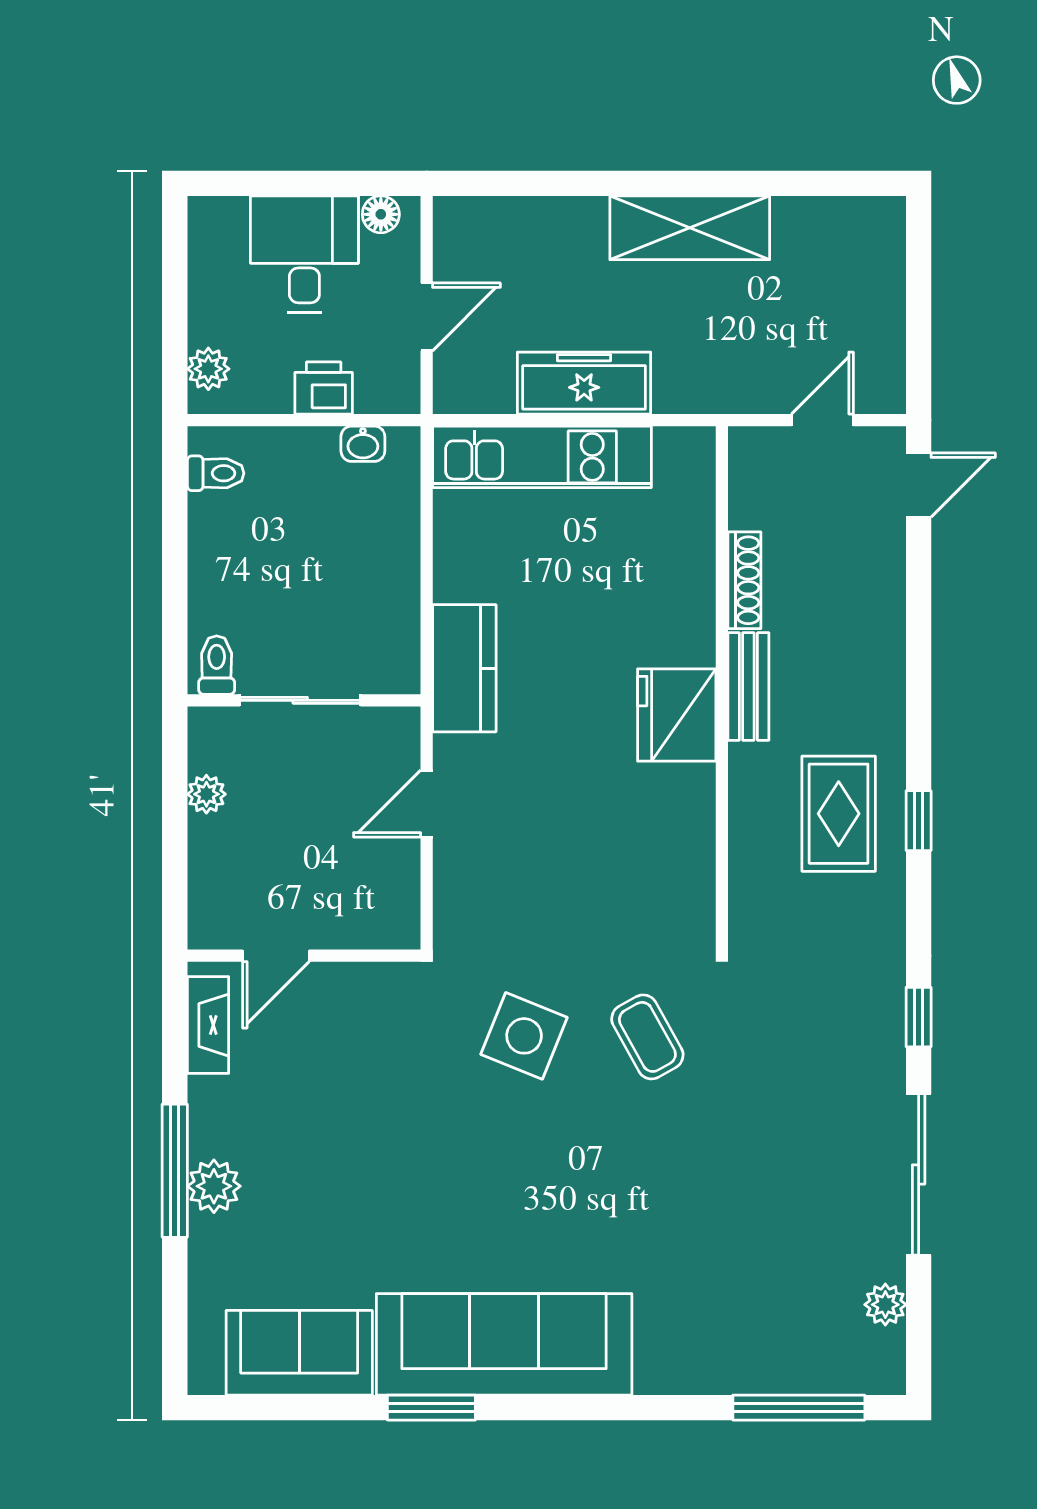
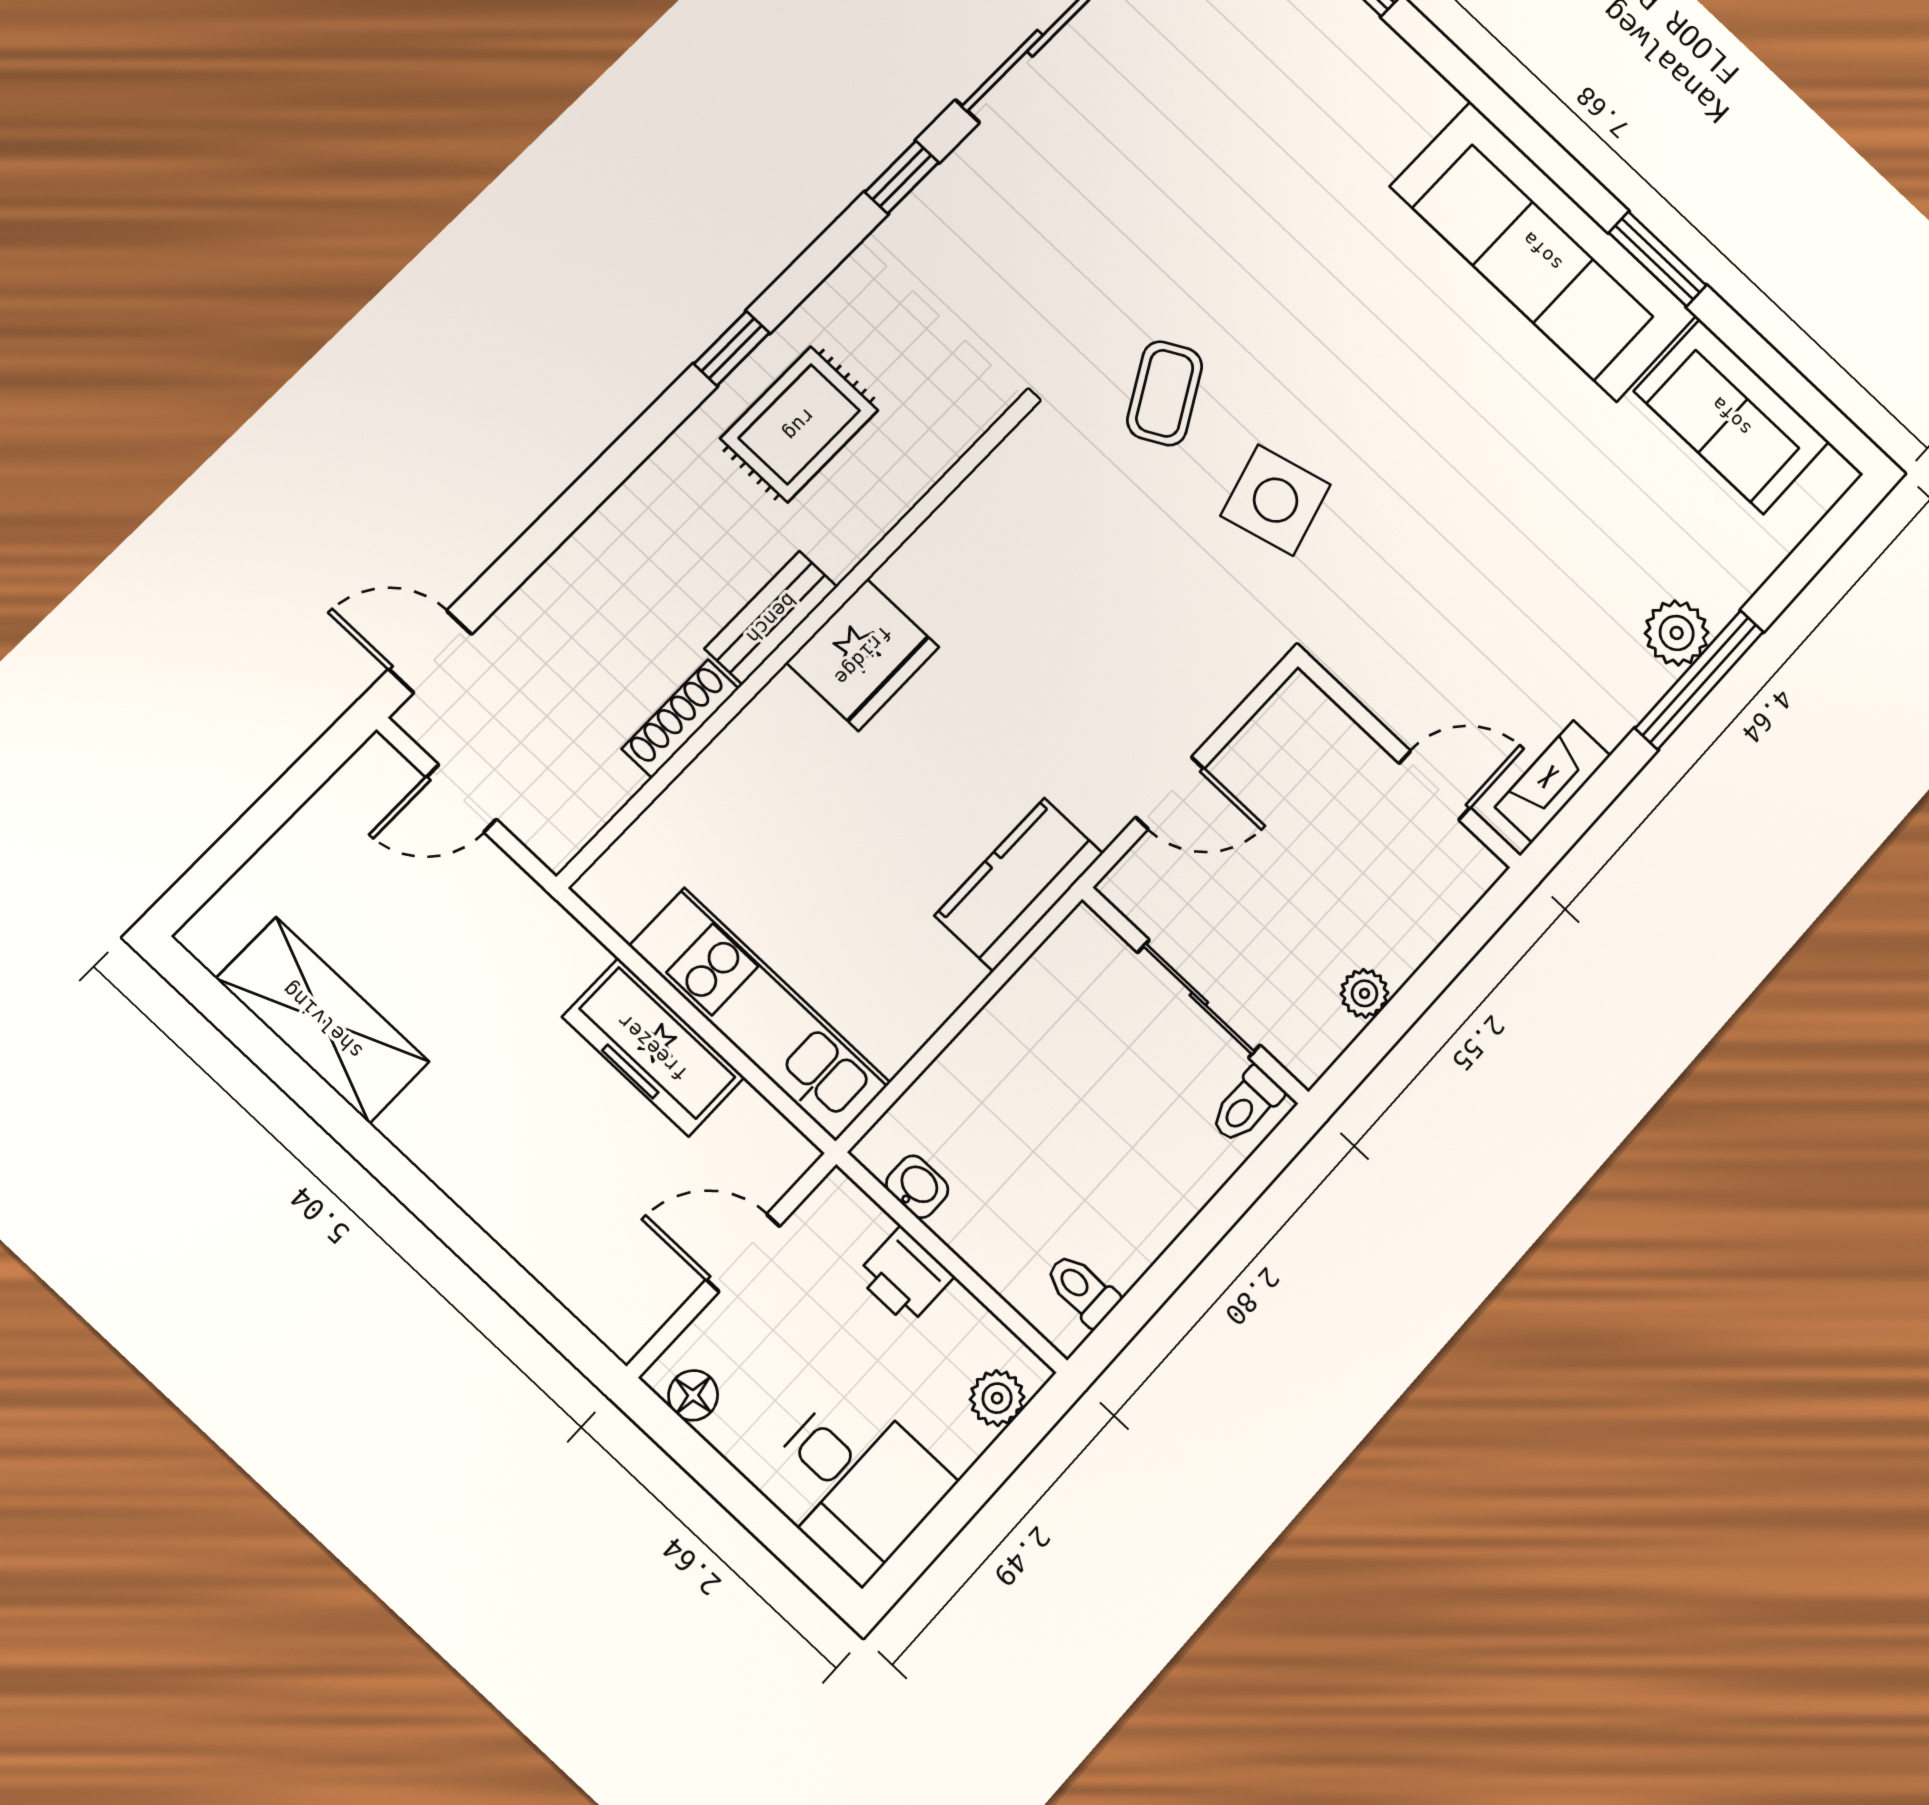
shelving: (690, 228) -> (323, 1020), moved
desk: (304, 254) -> (855, 1483), moved, turned -90
side table: (524, 1036) -> (1276, 500), turned -37

